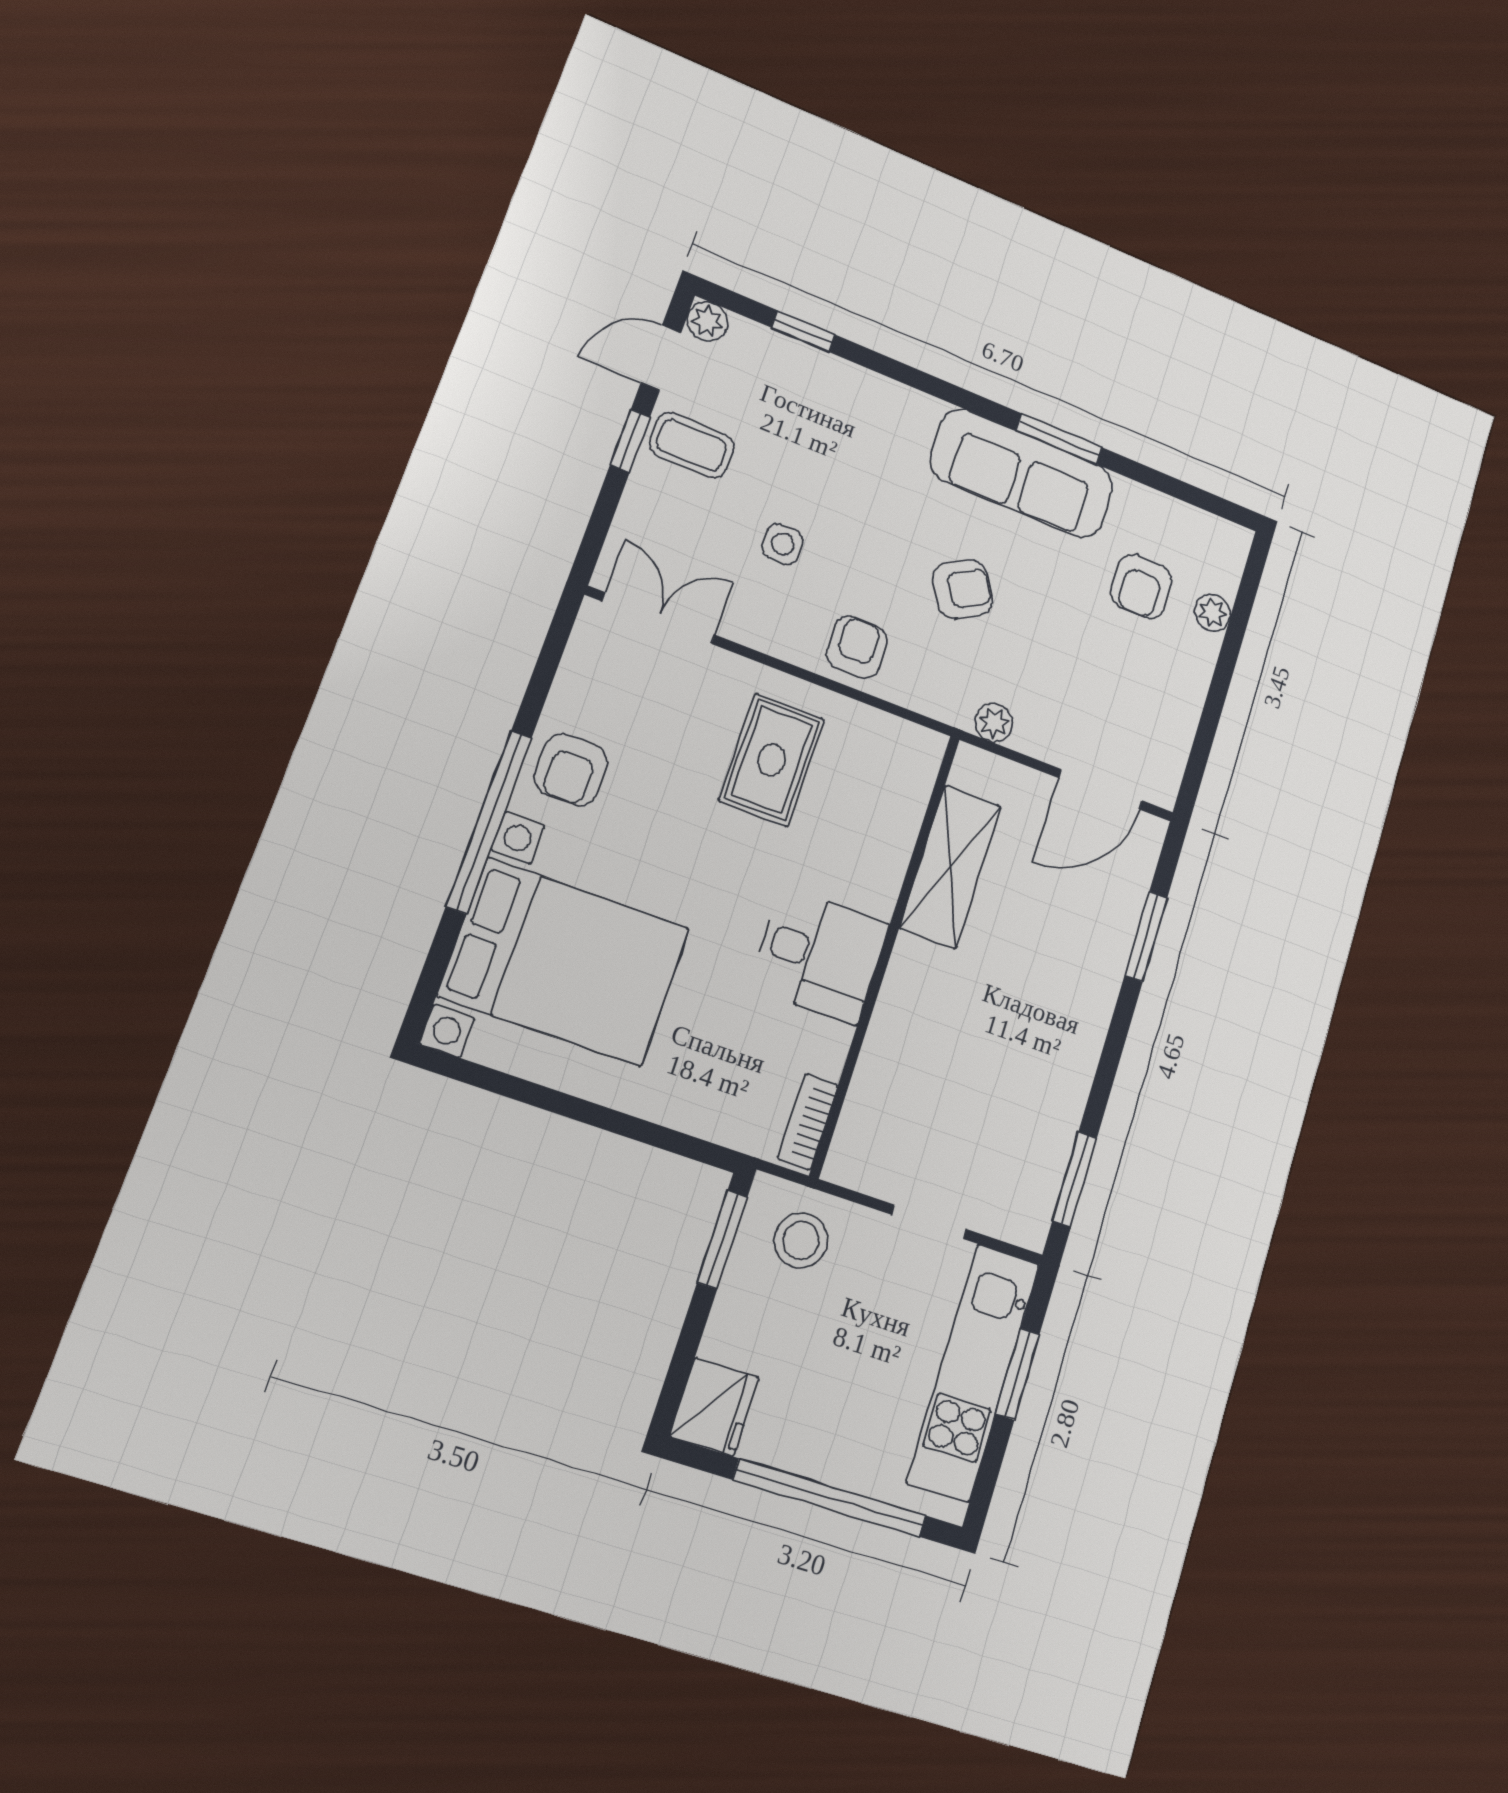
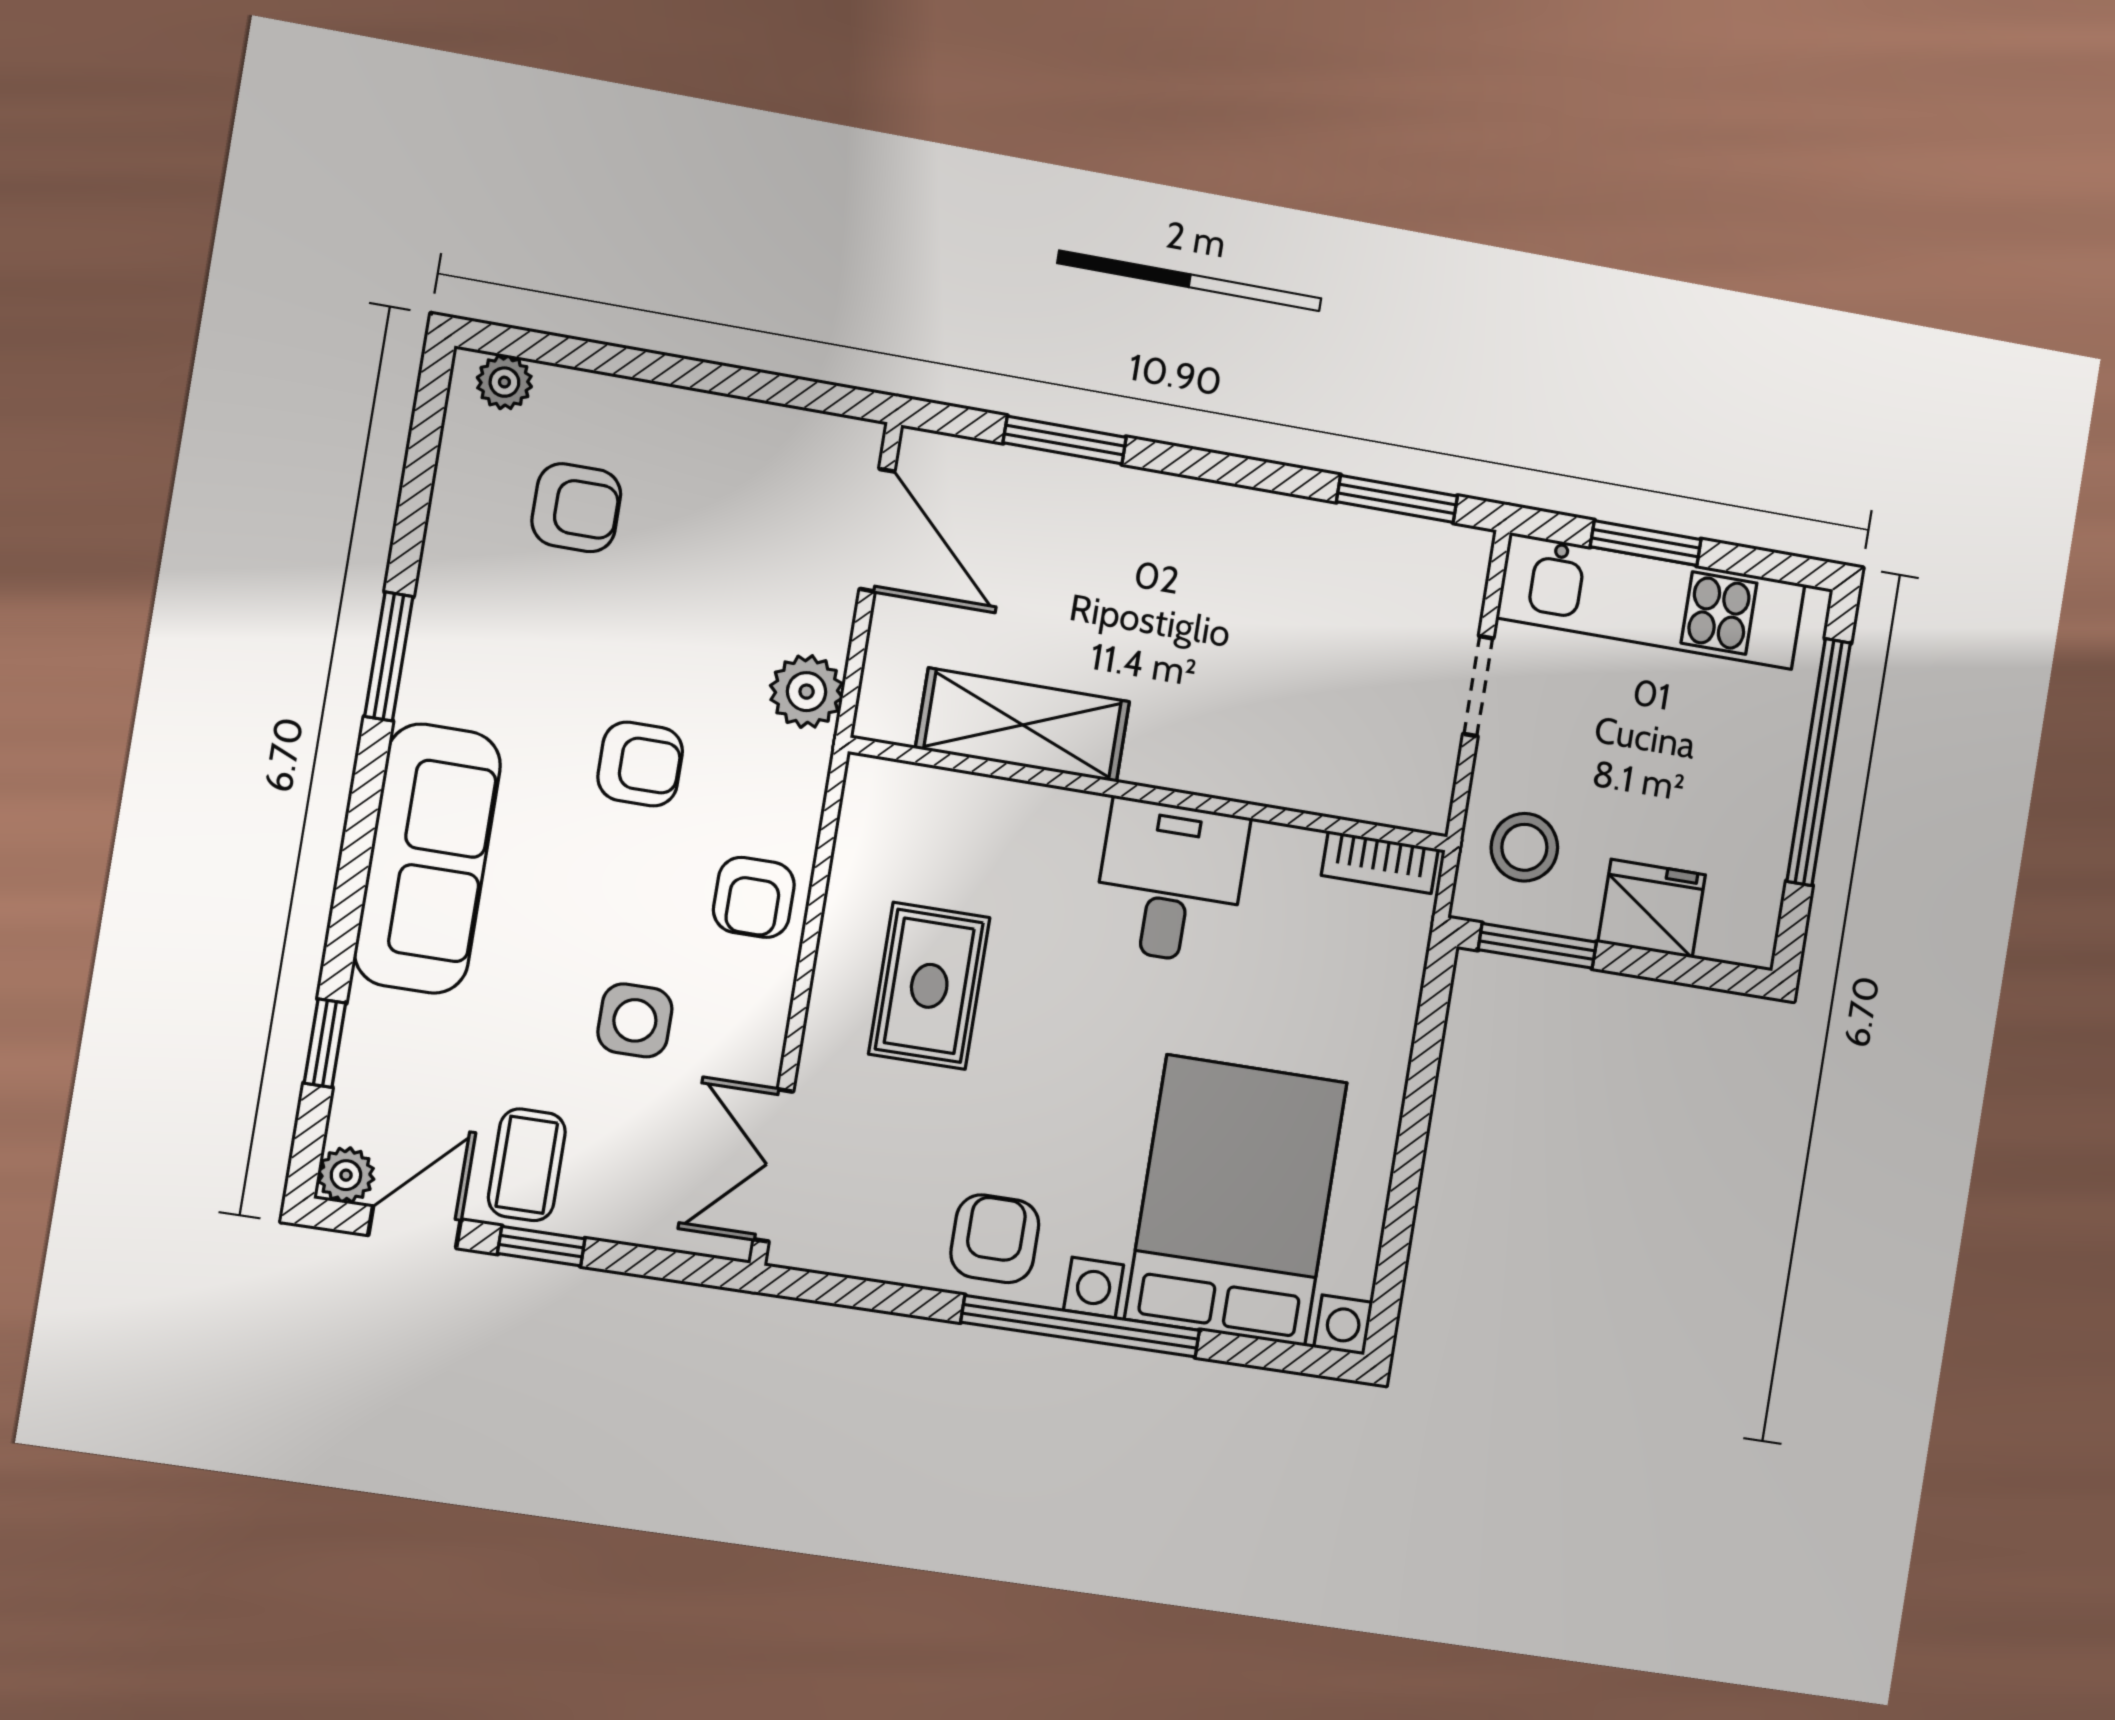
door: (661, 358) -> (415, 1227), swing flipped
sofa: (1022, 473) -> (428, 859), moved
side table: (783, 544) -> (635, 1020), width x1.37, depth x1.37
armchair: (963, 589) -> (640, 764), turned 120
plant: (1213, 613) -> (504, 382), moved
armchair: (857, 647) -> (754, 897), turned -90
plant: (994, 723) -> (807, 692), width x1.38, depth x1.38
rug: (772, 760) -> (929, 986), turned 90
armchair: (571, 770) -> (995, 1239), turned -90
fridge: (714, 1407) -> (1652, 909), moved

